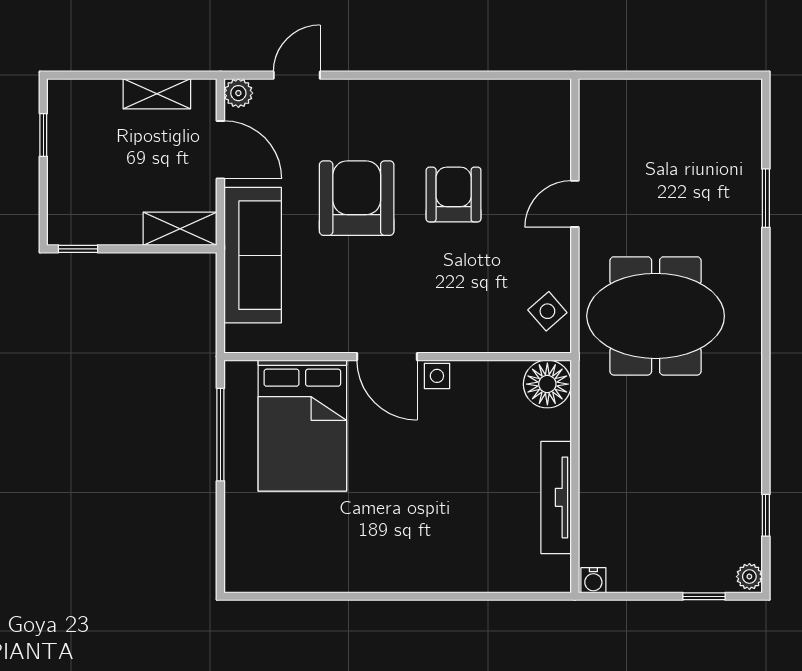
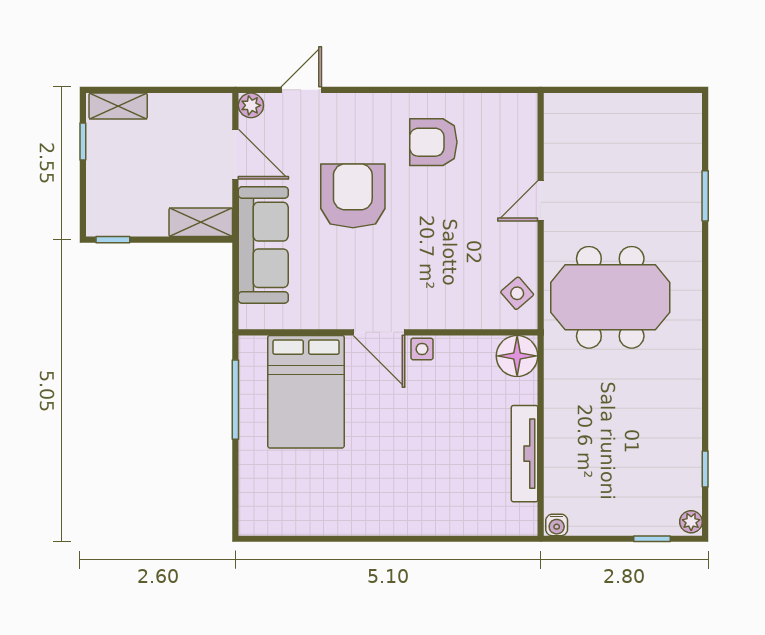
shelving: (157, 94) -> (118, 106), moved
armchair: (454, 195) -> (433, 142), moved, turned -90

